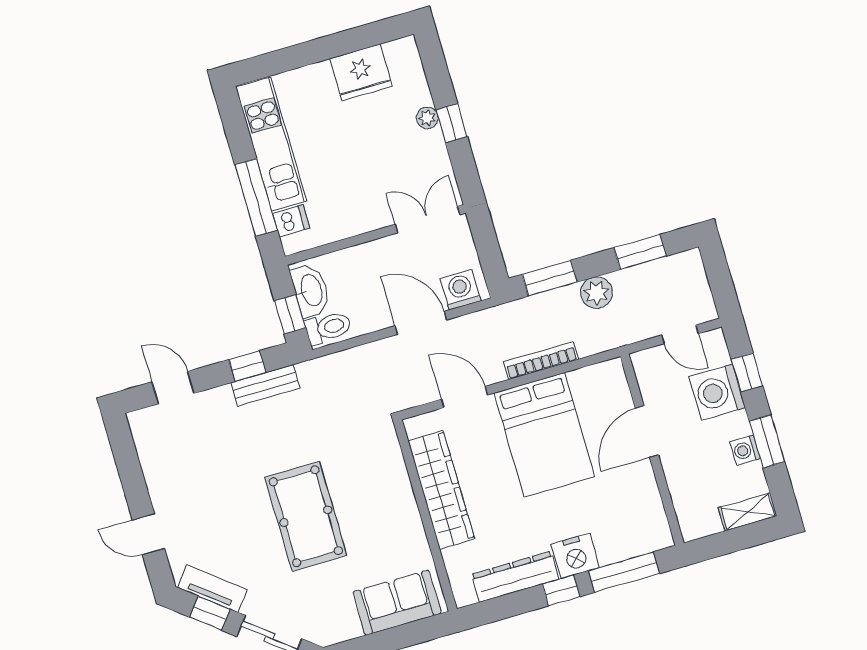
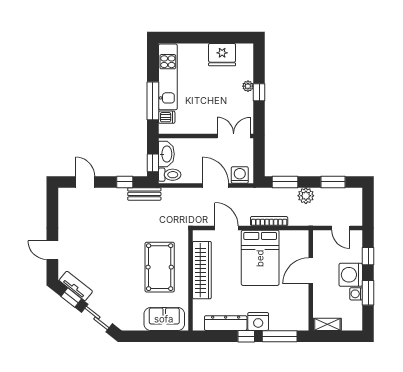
bench: (265, 385) -> (144, 194), moved
washing machine: (717, 392) -> (351, 275), moved
shelving: (748, 512) -> (327, 324), moved
pool table: (306, 516) -> (160, 267), moved

